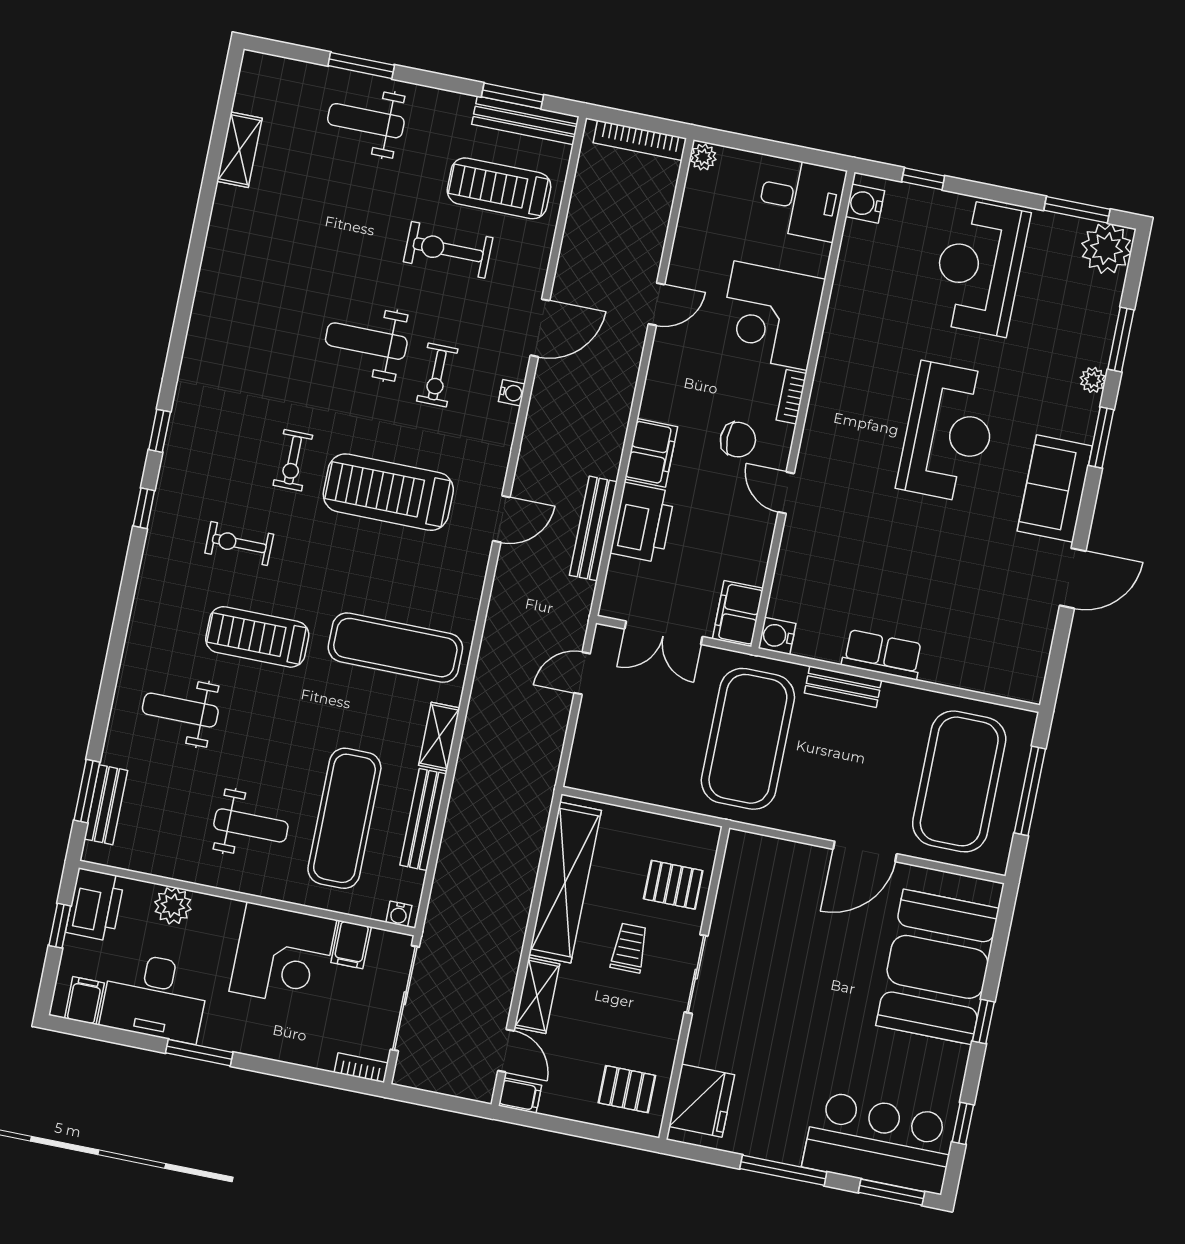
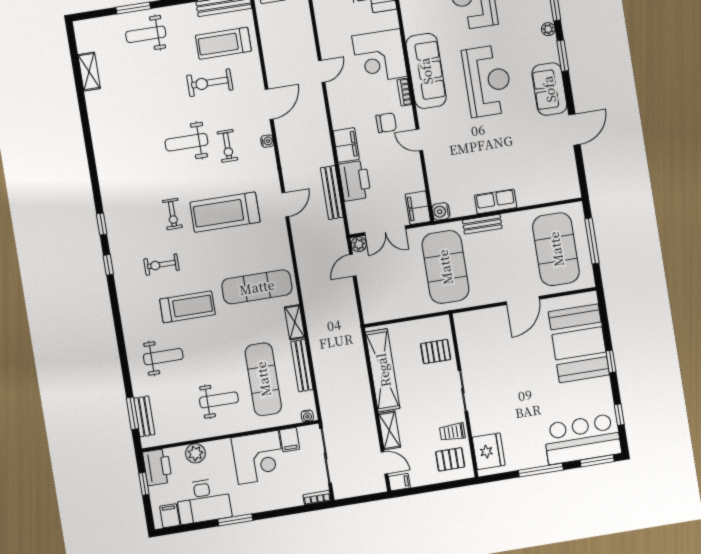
sofa: (844, 373) -> (426, 71), added
treadmill: (257, 637) -> (187, 307), turned 180
plant: (607, 640) -> (359, 244), added
weight bench: (180, 710) -> (163, 357), turned 180
trolley: (629, 948) -> (452, 432), moved, turned -90

